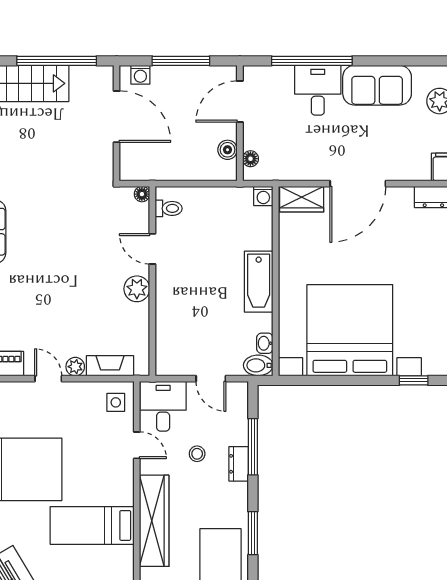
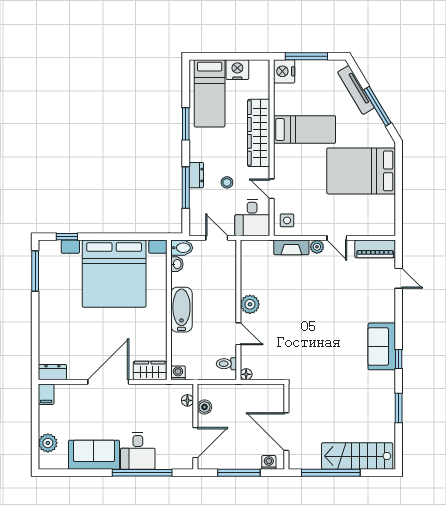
floor lamp: (142, 194) -> (246, 374), moved
toilet: (169, 208) -> (226, 364), moved
door: (152, 249) -> (238, 334), moved
wall: (152, 281) -> (238, 310), moved
plant: (137, 289) -> (250, 304), moved

